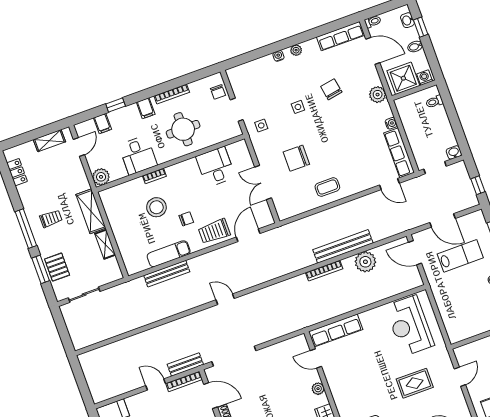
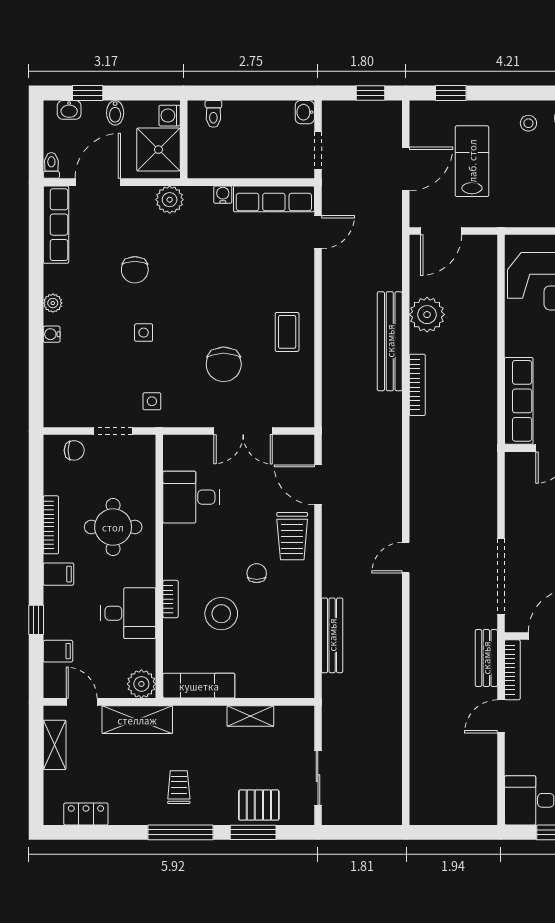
chair: (331, 89) -> (135, 270), turned -80
shelving: (91, 211) -> (137, 720), moved
exam couch: (169, 254) -> (199, 686), moved, turned 90

